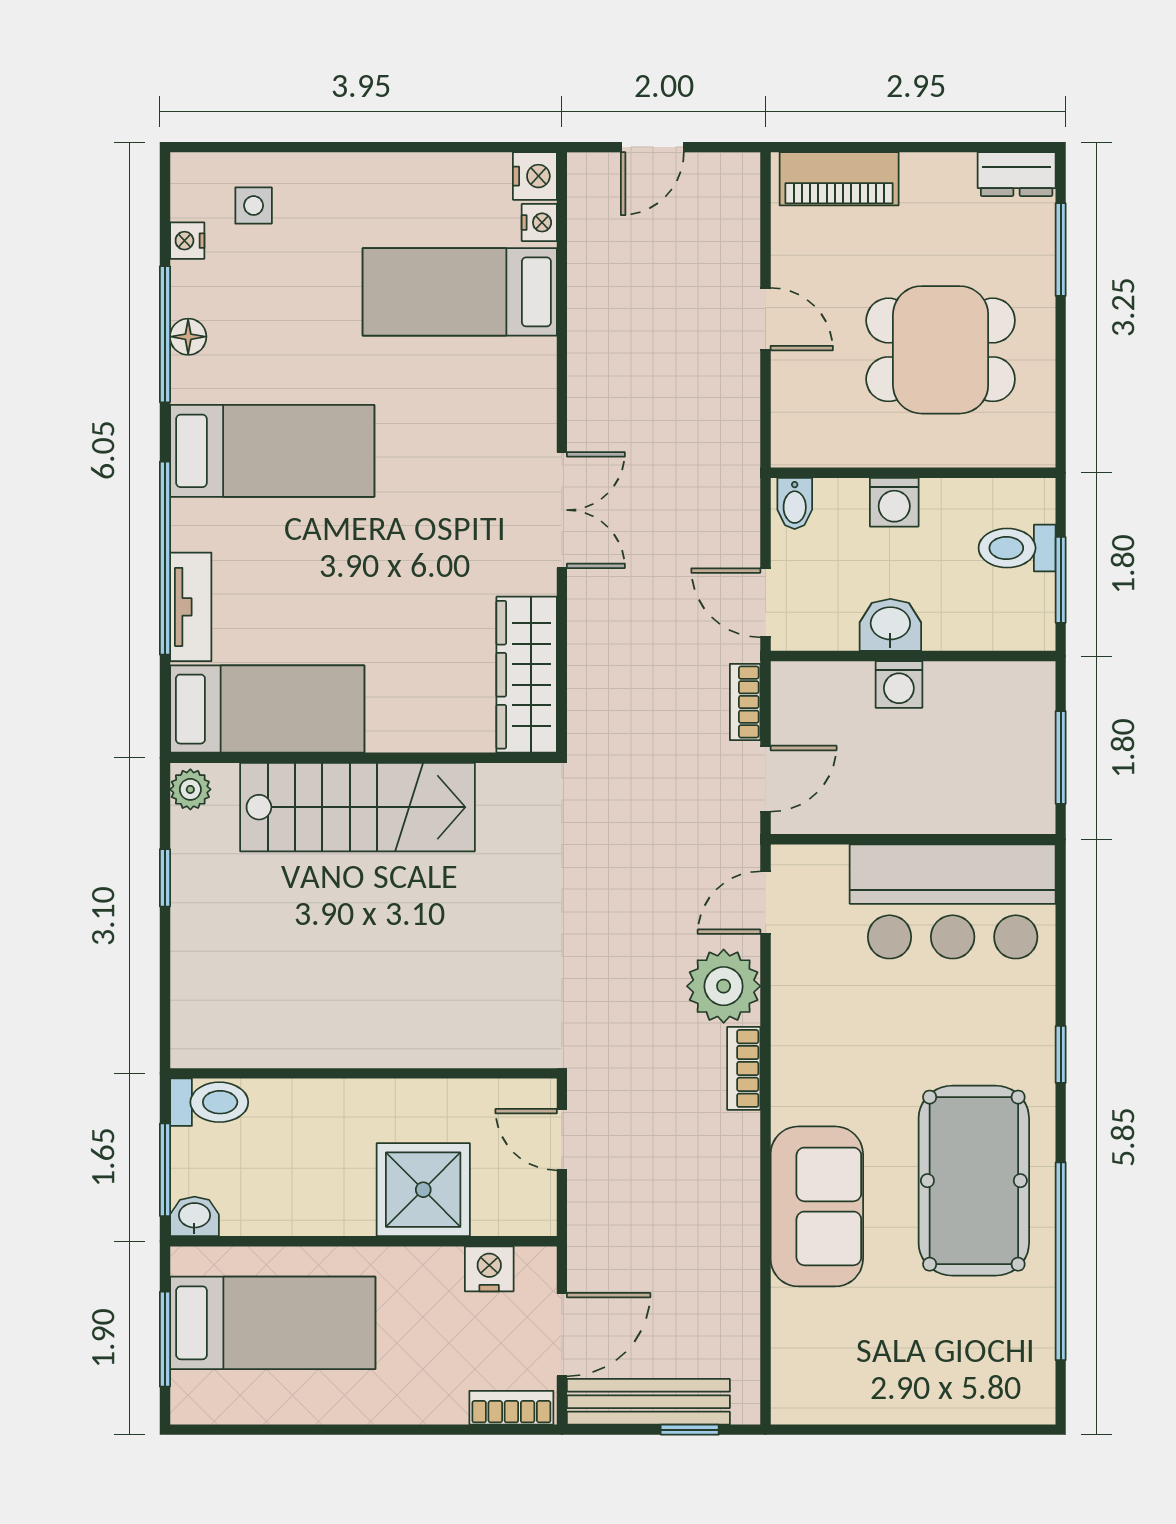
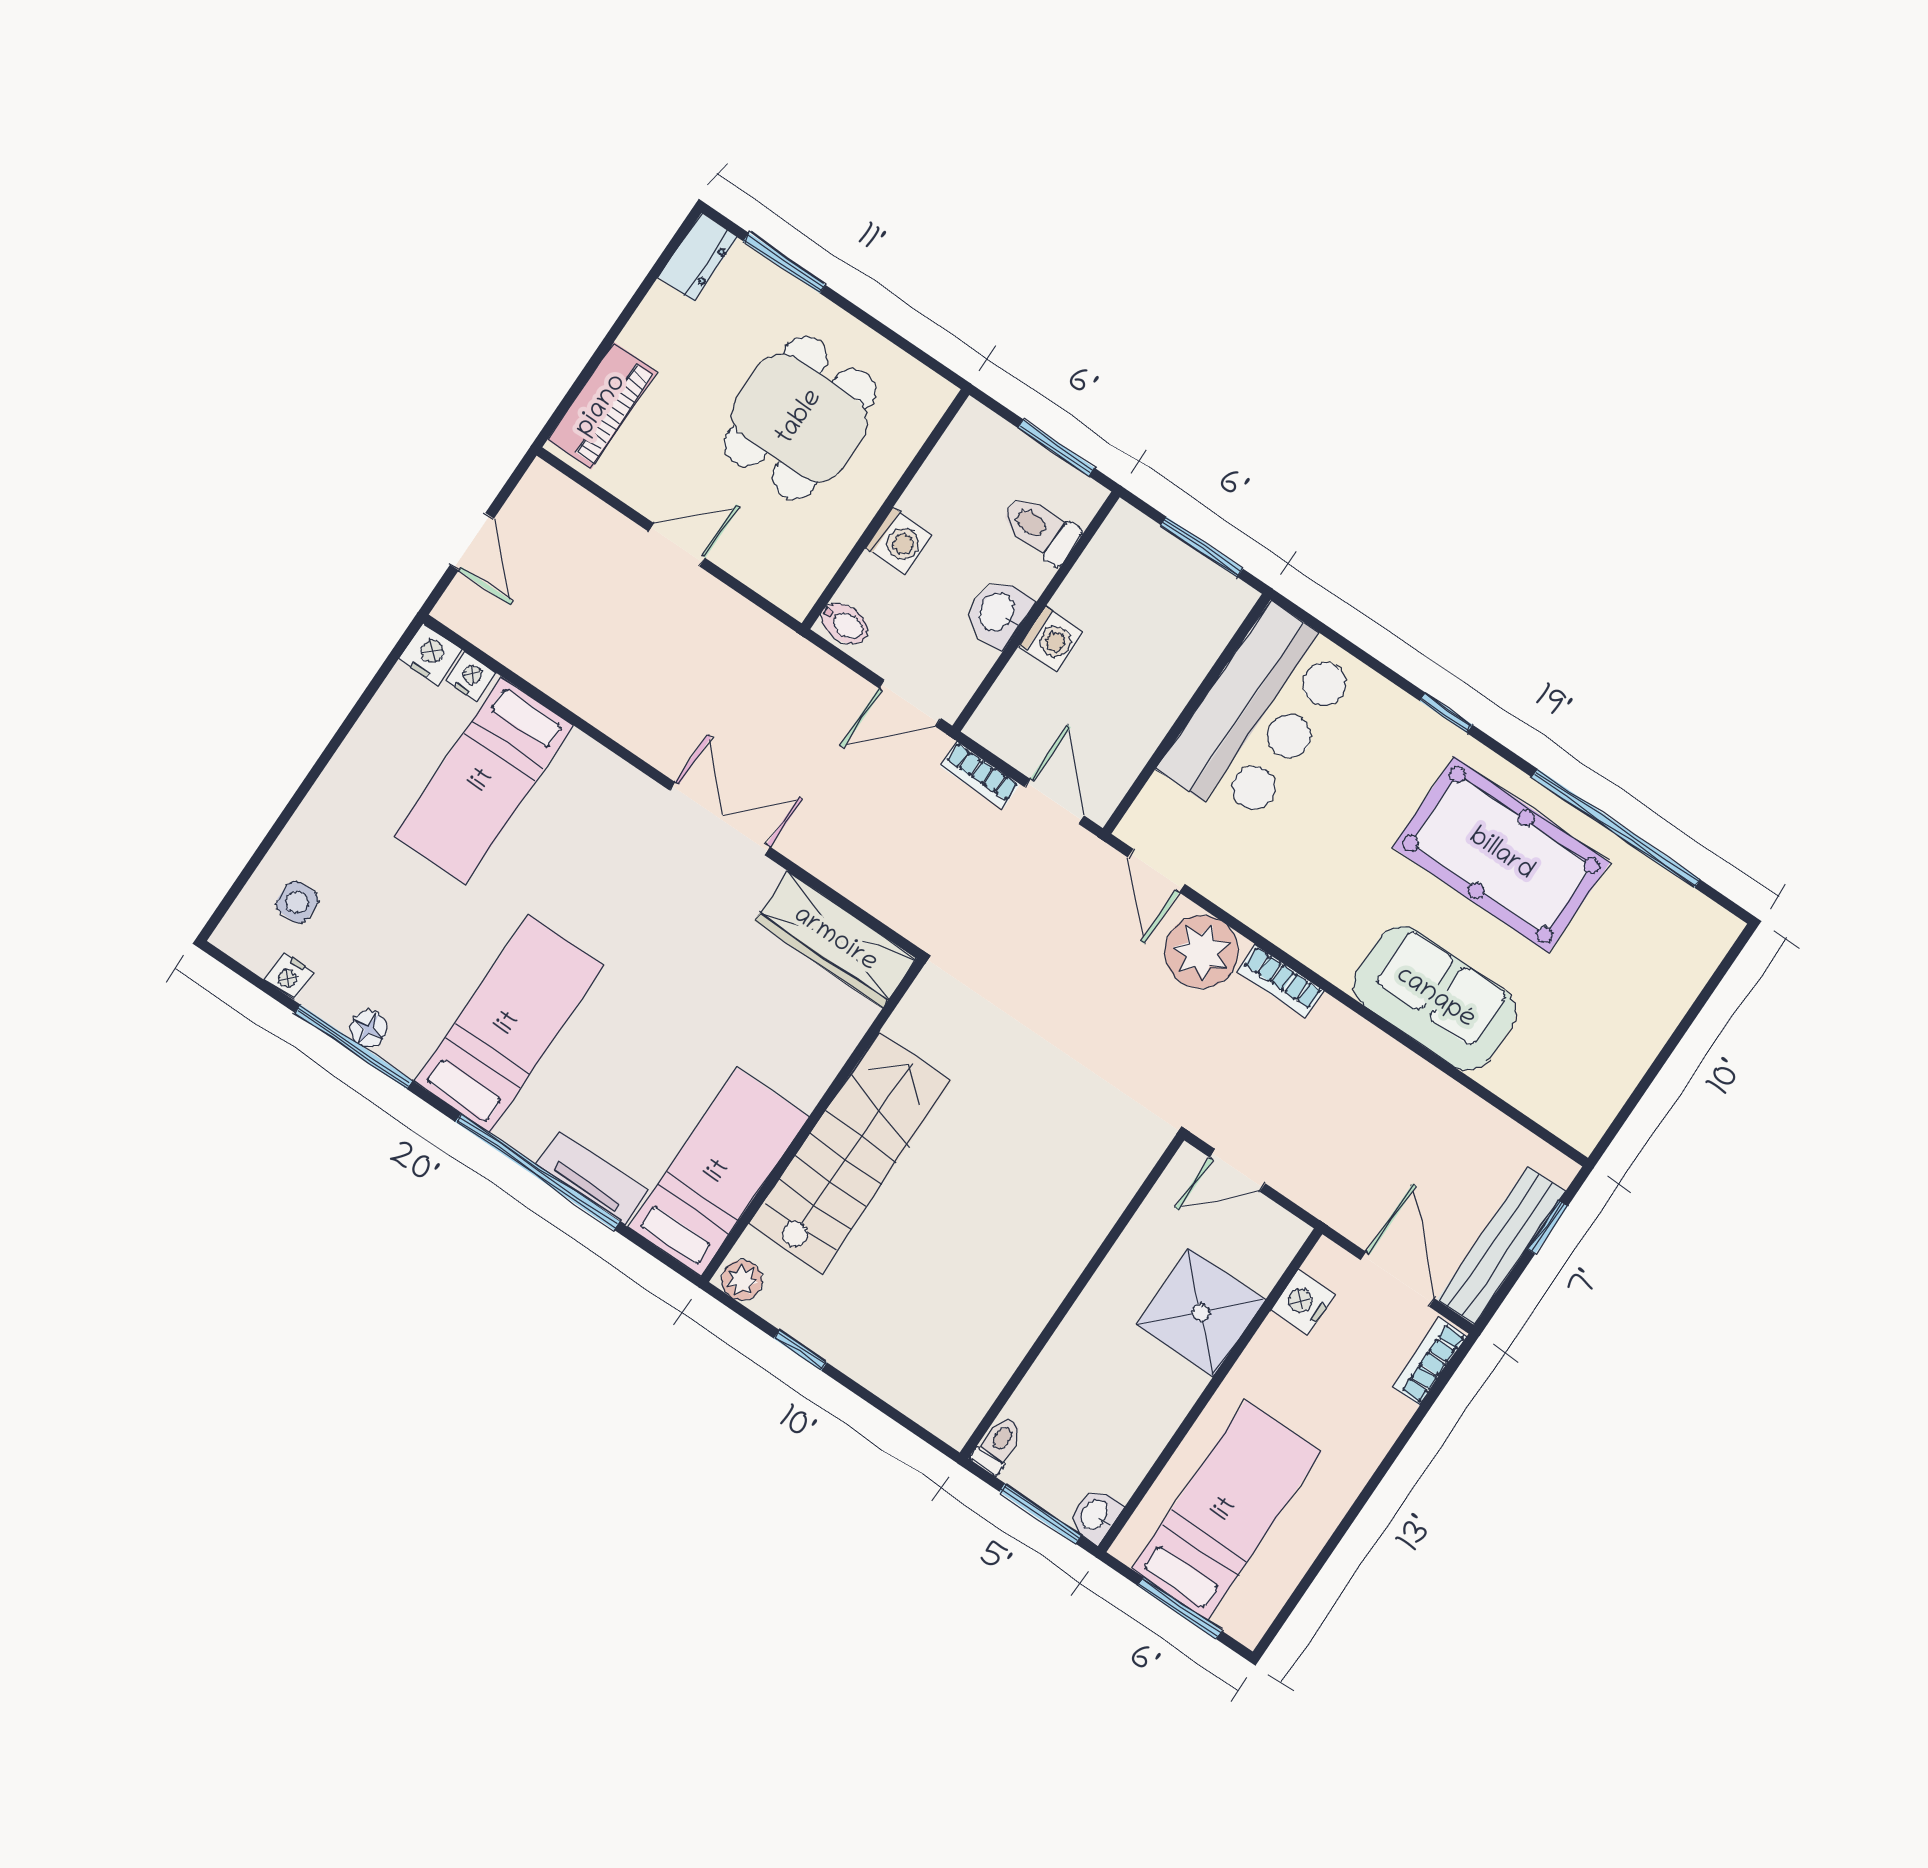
toilet: (1017, 548) -> (1040, 529), moved, turned 90
toilet: (209, 1102) -> (998, 1445), width x0.73, depth x0.72

